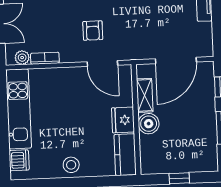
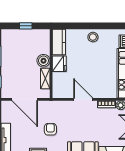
armchair: (93, 31) -> (50, 129), moved
door: (176, 60) -> (25, 99), swing flipped
door: (102, 64) -> (83, 99), moved

